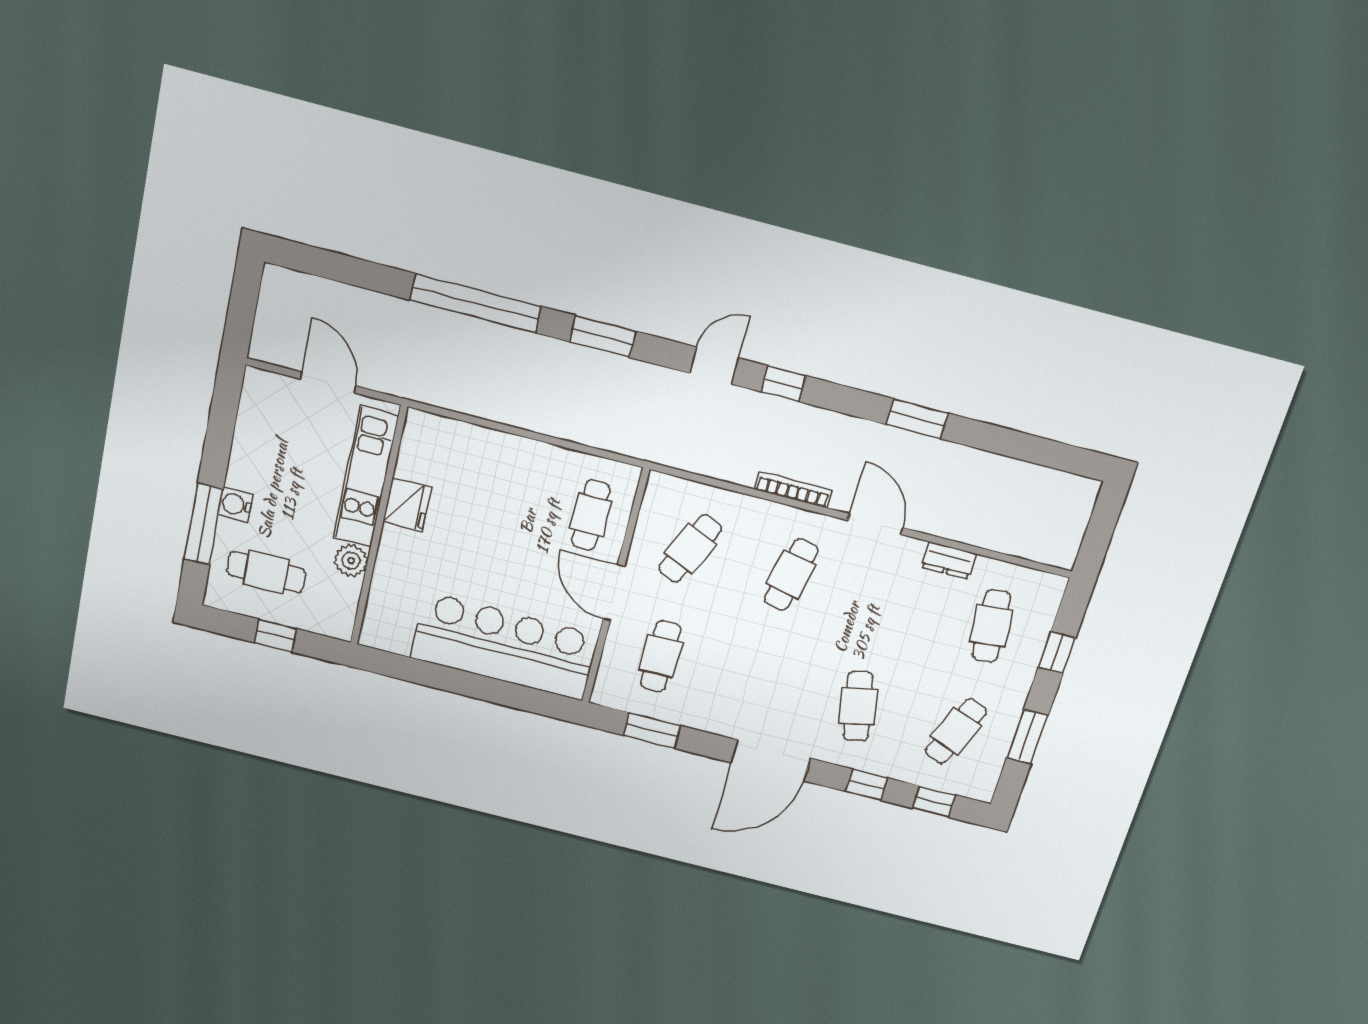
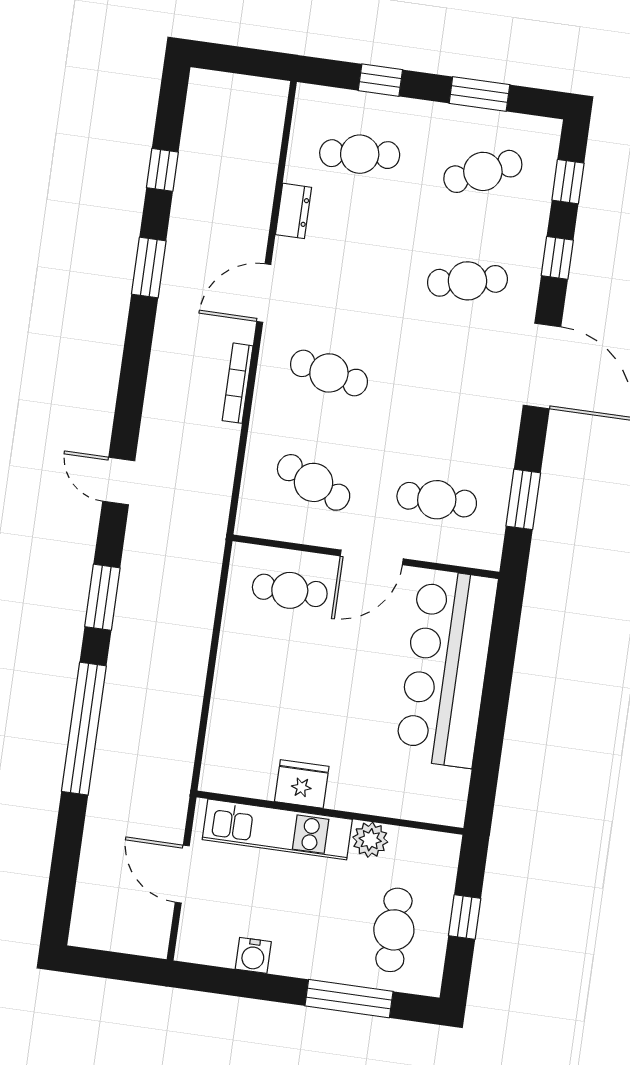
door: (328, 382) -> (182, 874), hinge flipped
window: (783, 384) -> (162, 170), moved
water cooler: (236, 504) -> (253, 955), moved
cafe table: (956, 731) -> (483, 171), turned -45

